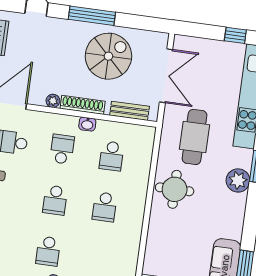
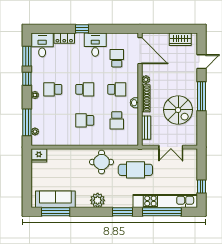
double door: (166, 76) -> (171, 147), width x0.73
school desk: (112, 156) -> (117, 120), turned -90
plant: (238, 180) -> (98, 200), moved
school desk: (55, 200) -> (85, 89), turned 180

